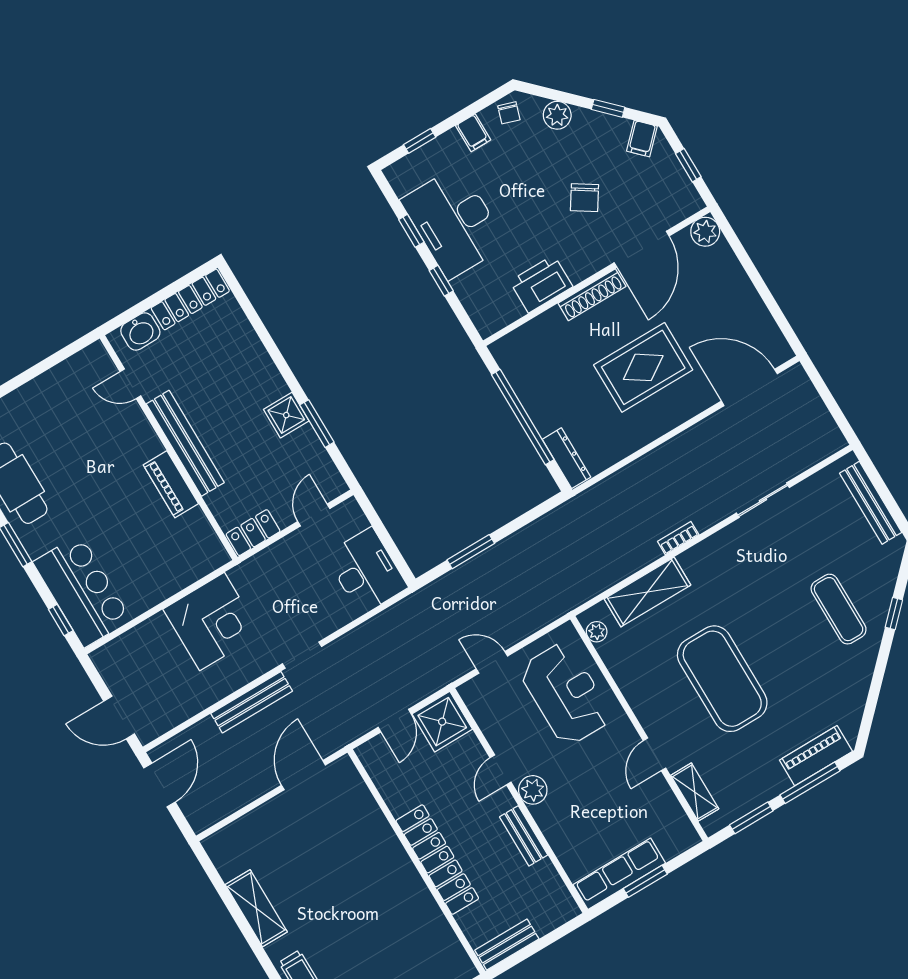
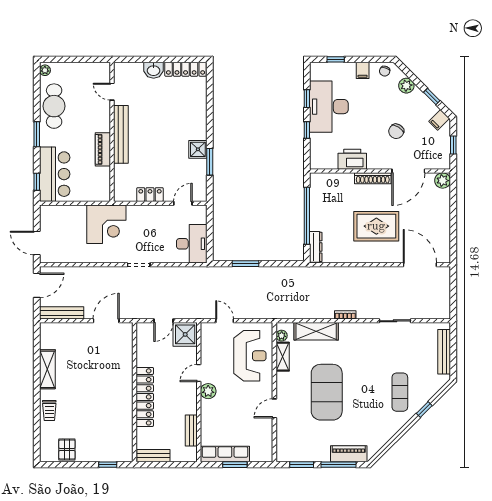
door: (130, 384) -> (112, 92), moved
bench: (185, 443) -> (121, 134), moved
wall: (169, 448) -> (112, 132), moved
piano: (171, 484) -> (103, 149), moved
bench: (252, 702) -> (62, 313), moved
shelving: (695, 792) -> (283, 357), moved
bench: (524, 836) -> (191, 430), moved

